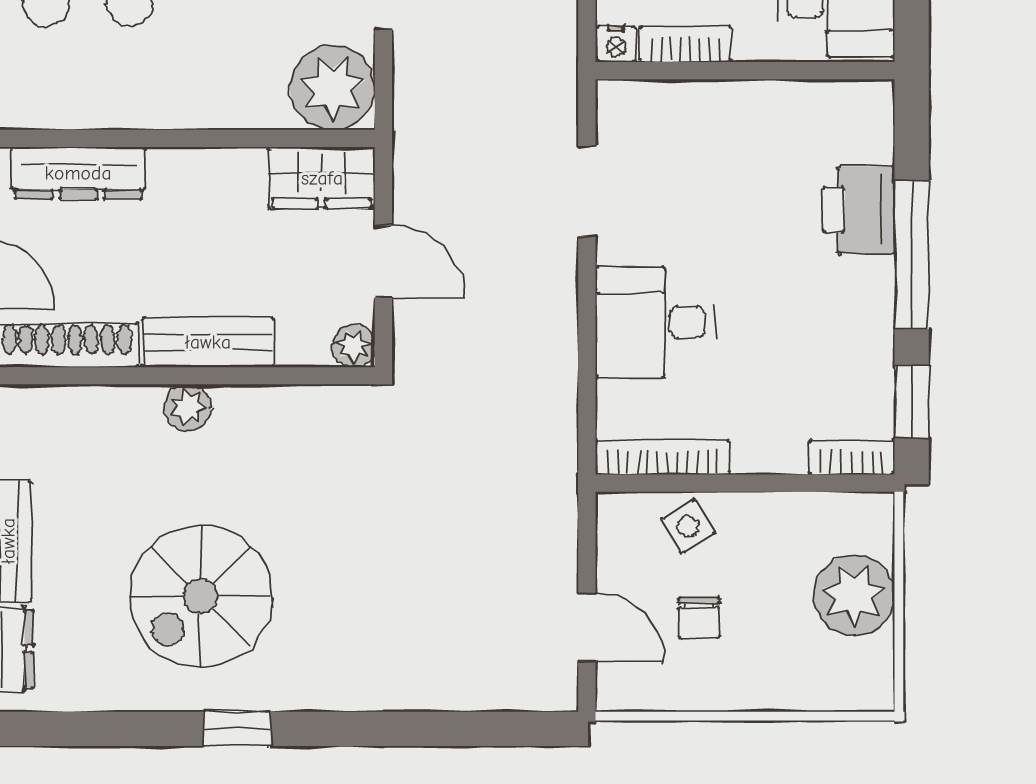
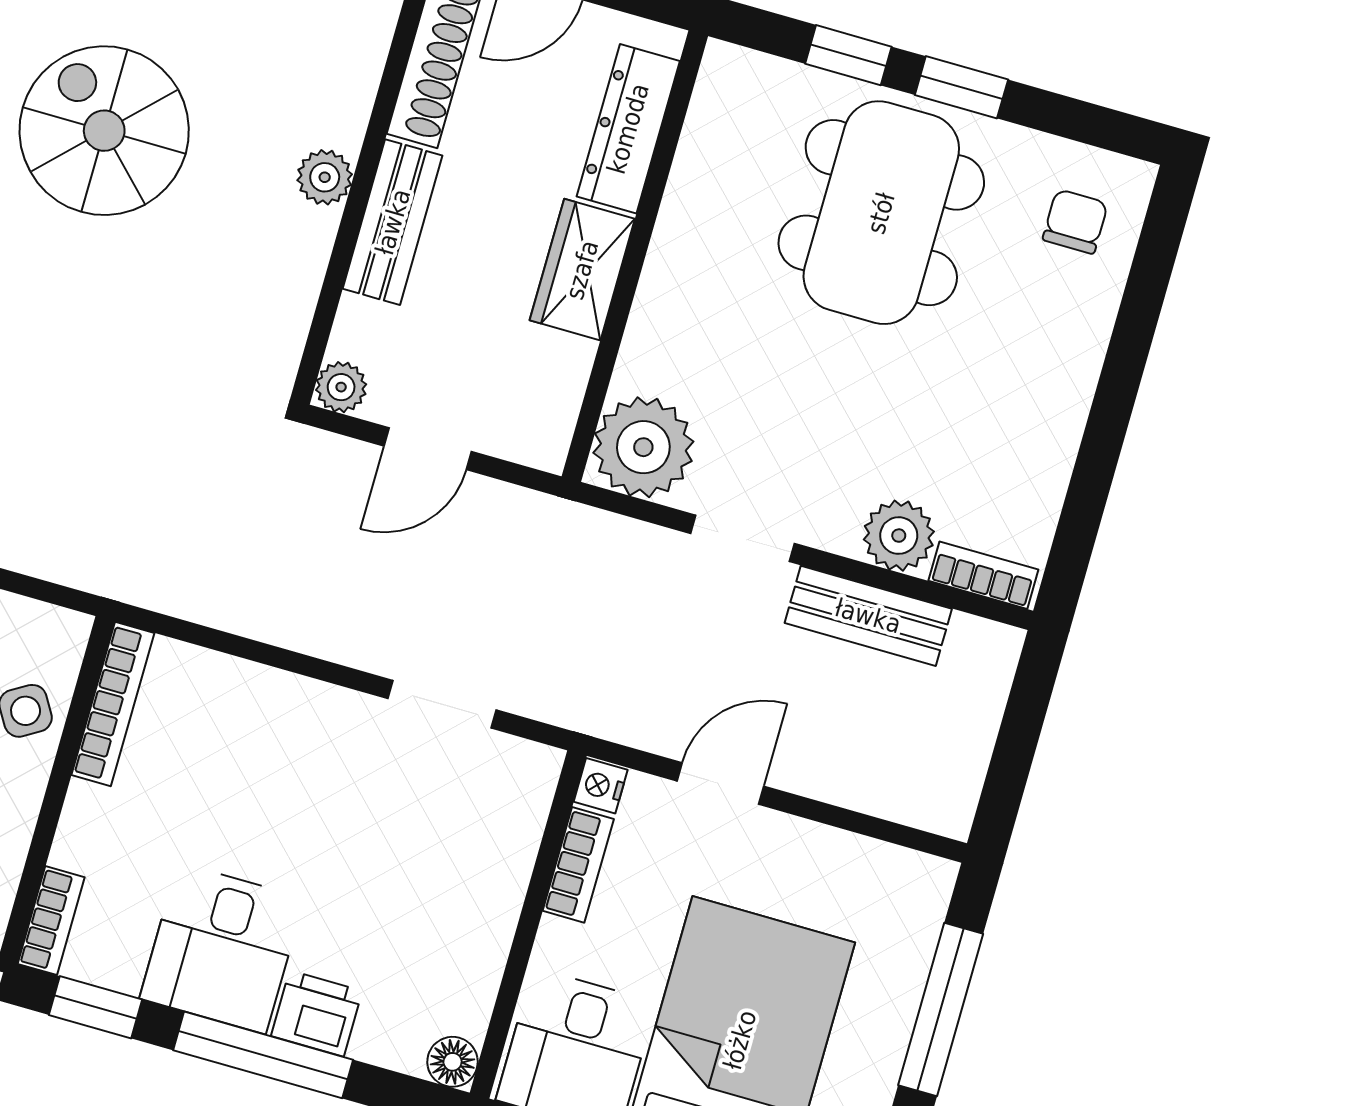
floor lamp: (874, 100) -> (453, 1062), added
wardrobe: (322, 178) -> (582, 270), moved
printer: (859, 210) -> (317, 1013), width x0.73, depth x0.81
desk: (655, 322) -> (222, 948), moved, turned 180

